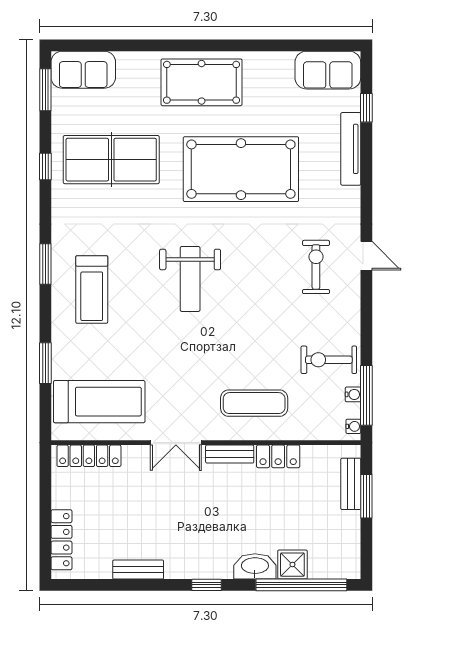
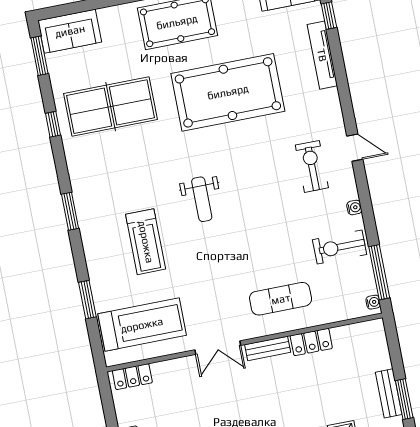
weight bench: (190, 279) -> (202, 199), width x0.73, depth x0.75
treadmill: (92, 289) -> (146, 242), moved
water cooler: (353, 394) -> (354, 207), moved
locker: (89, 456) -> (132, 377), width x0.66
bench: (351, 484) -> (389, 393), moved
window: (366, 496) -> (404, 399), moved

